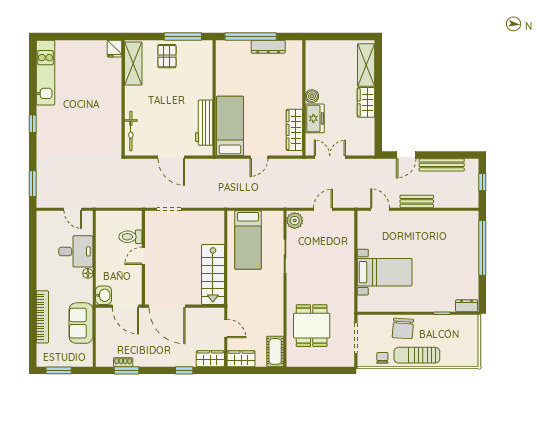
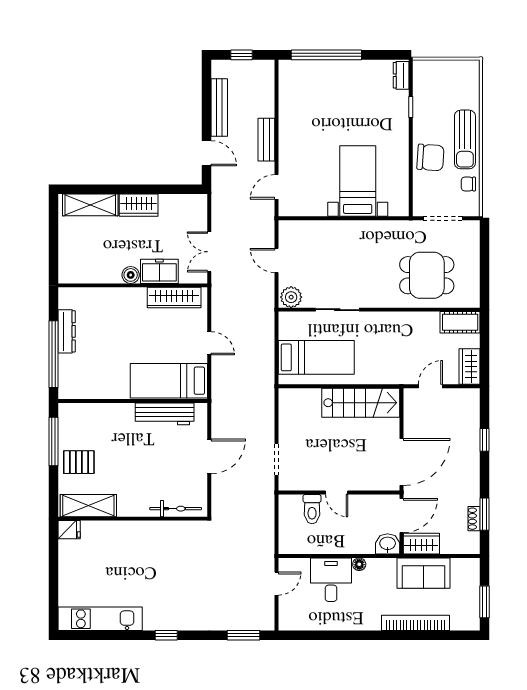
wardrobe: (210, 359) -> (421, 544), moved, turned 90

